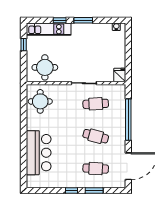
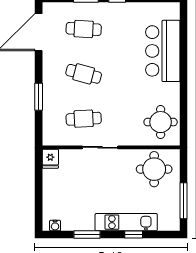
window: (83, 20) -> (87, 235), moved
kitchen unit: (49, 29) -> (126, 222), moved
window: (24, 45) -> (184, 201), width x2.17
window: (128, 120) -> (39, 97), width x0.47

